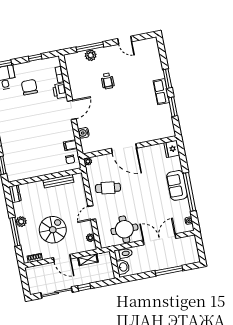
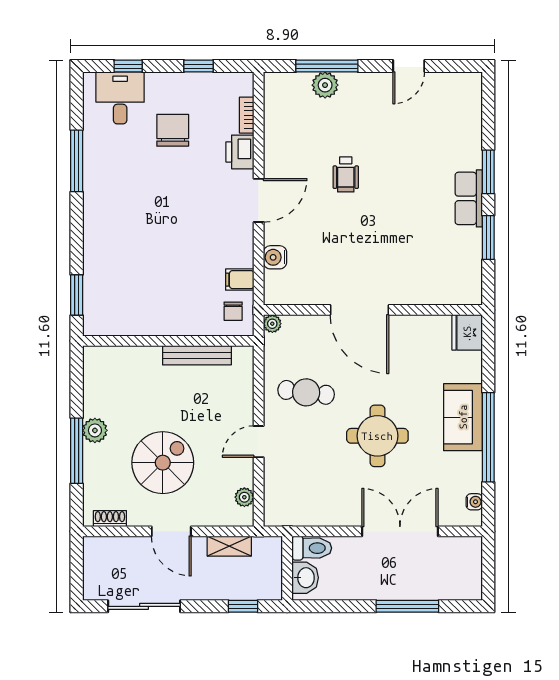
door: (125, 40) -> (409, 66), hinge flipped
wheelchair: (108, 81) -> (346, 174), moved
dresser: (15, 194) -> (93, 365), removed
round table: (124, 229) -> (377, 436), moved
window: (84, 287) -> (243, 606), moved

